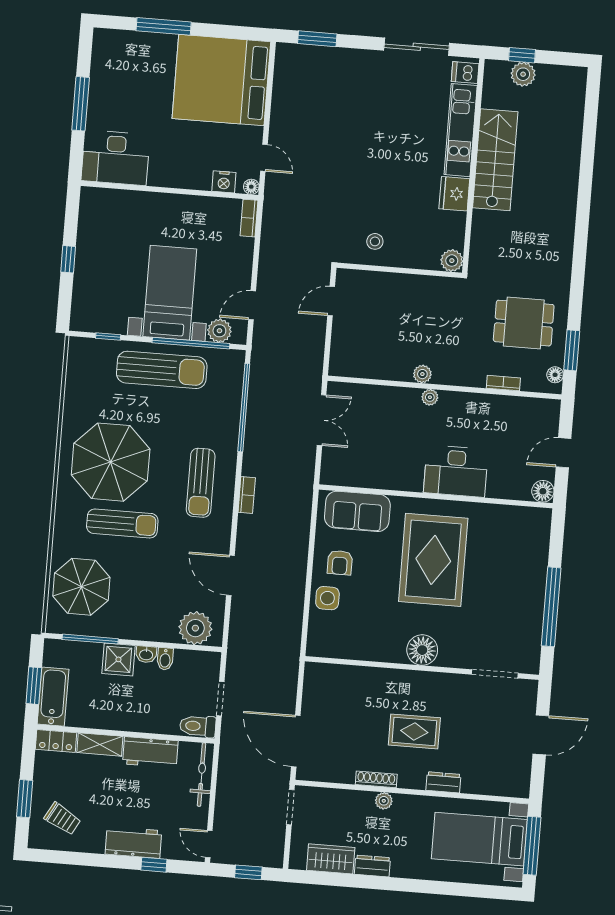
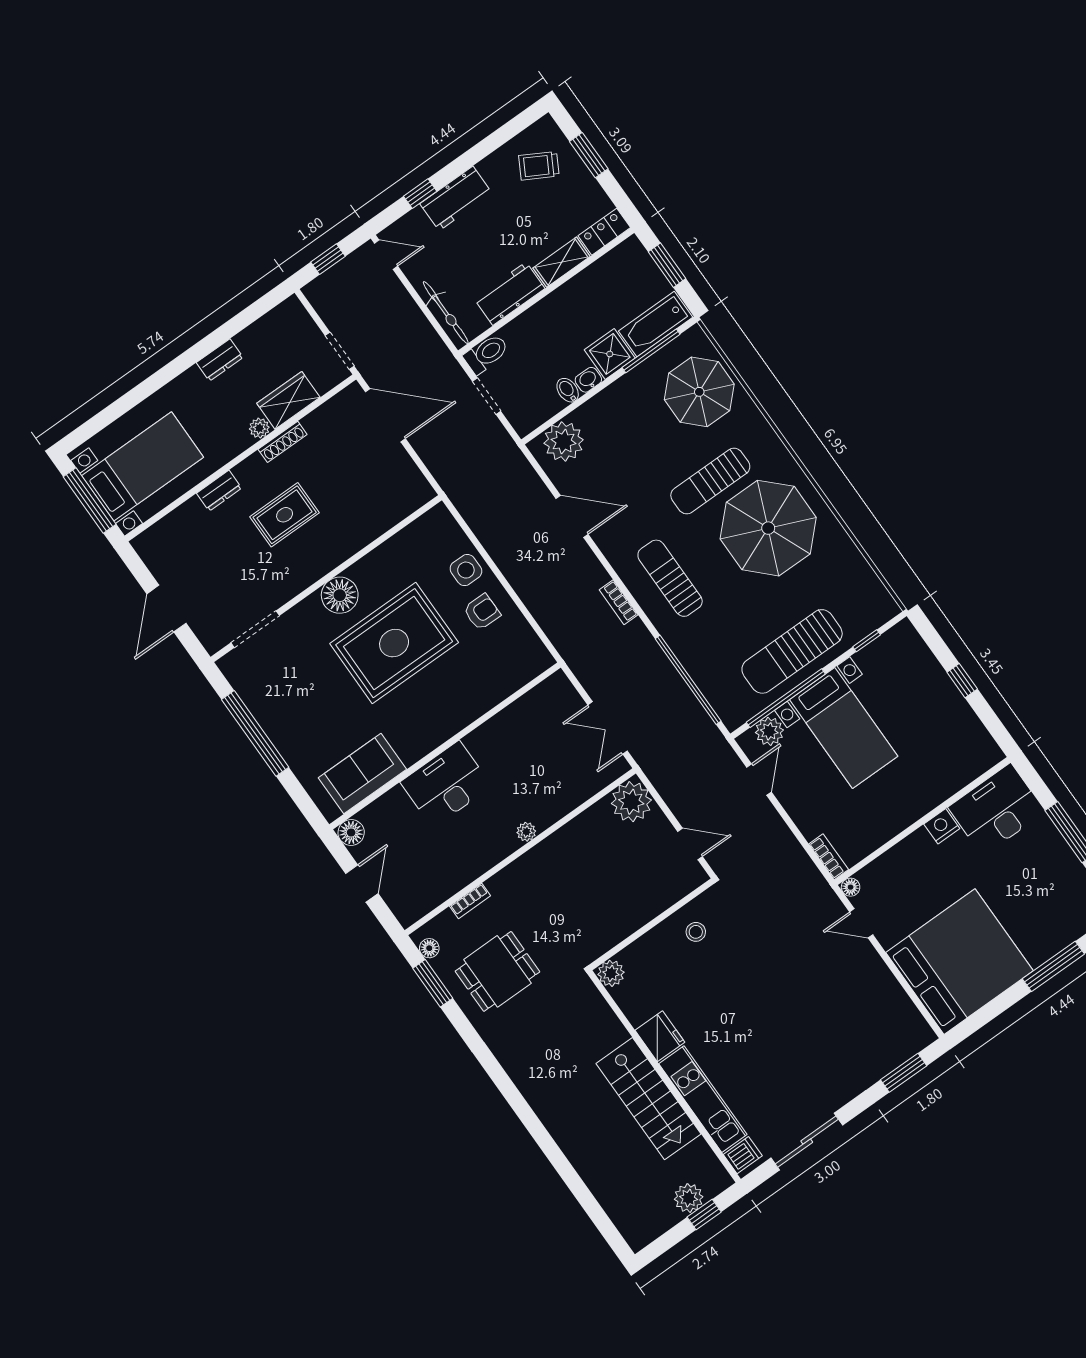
nightstand: (224, 182) -> (942, 826), moved
door: (331, 301) -> (690, 844), hinge flipped
plant: (422, 374) -> (631, 802), moved, width x1.88, depth x1.88
sofa: (357, 511) -> (362, 774), moved
rug: (433, 560) -> (394, 643), moved, turned 90
armchair: (340, 563) -> (482, 612), turned 90
bathtub: (53, 697) -> (656, 324), moved, turned 90
wardrobe: (331, 859) -> (288, 400), moved, turned 180

